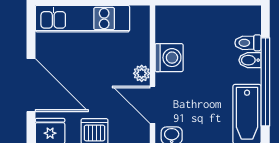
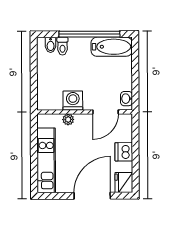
bidet: (250, 60) -> (51, 45), moved
plant: (142, 73) -> (68, 120), moved

